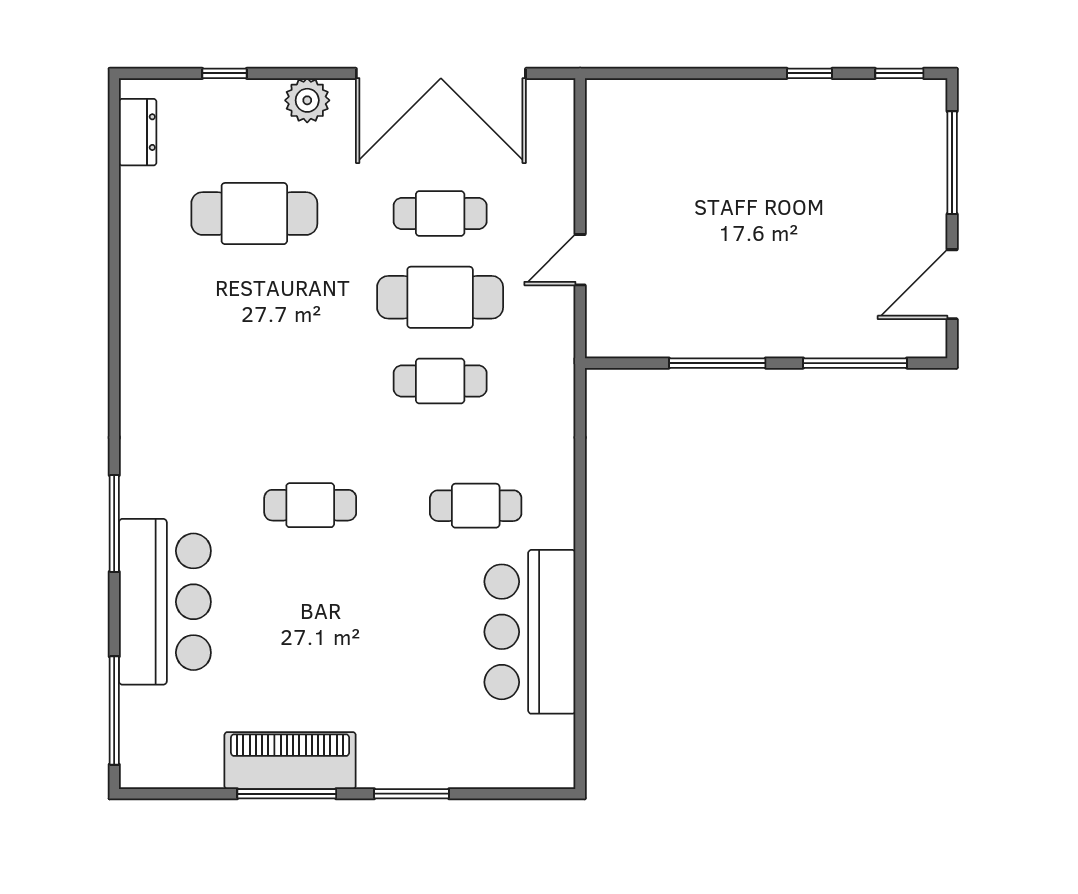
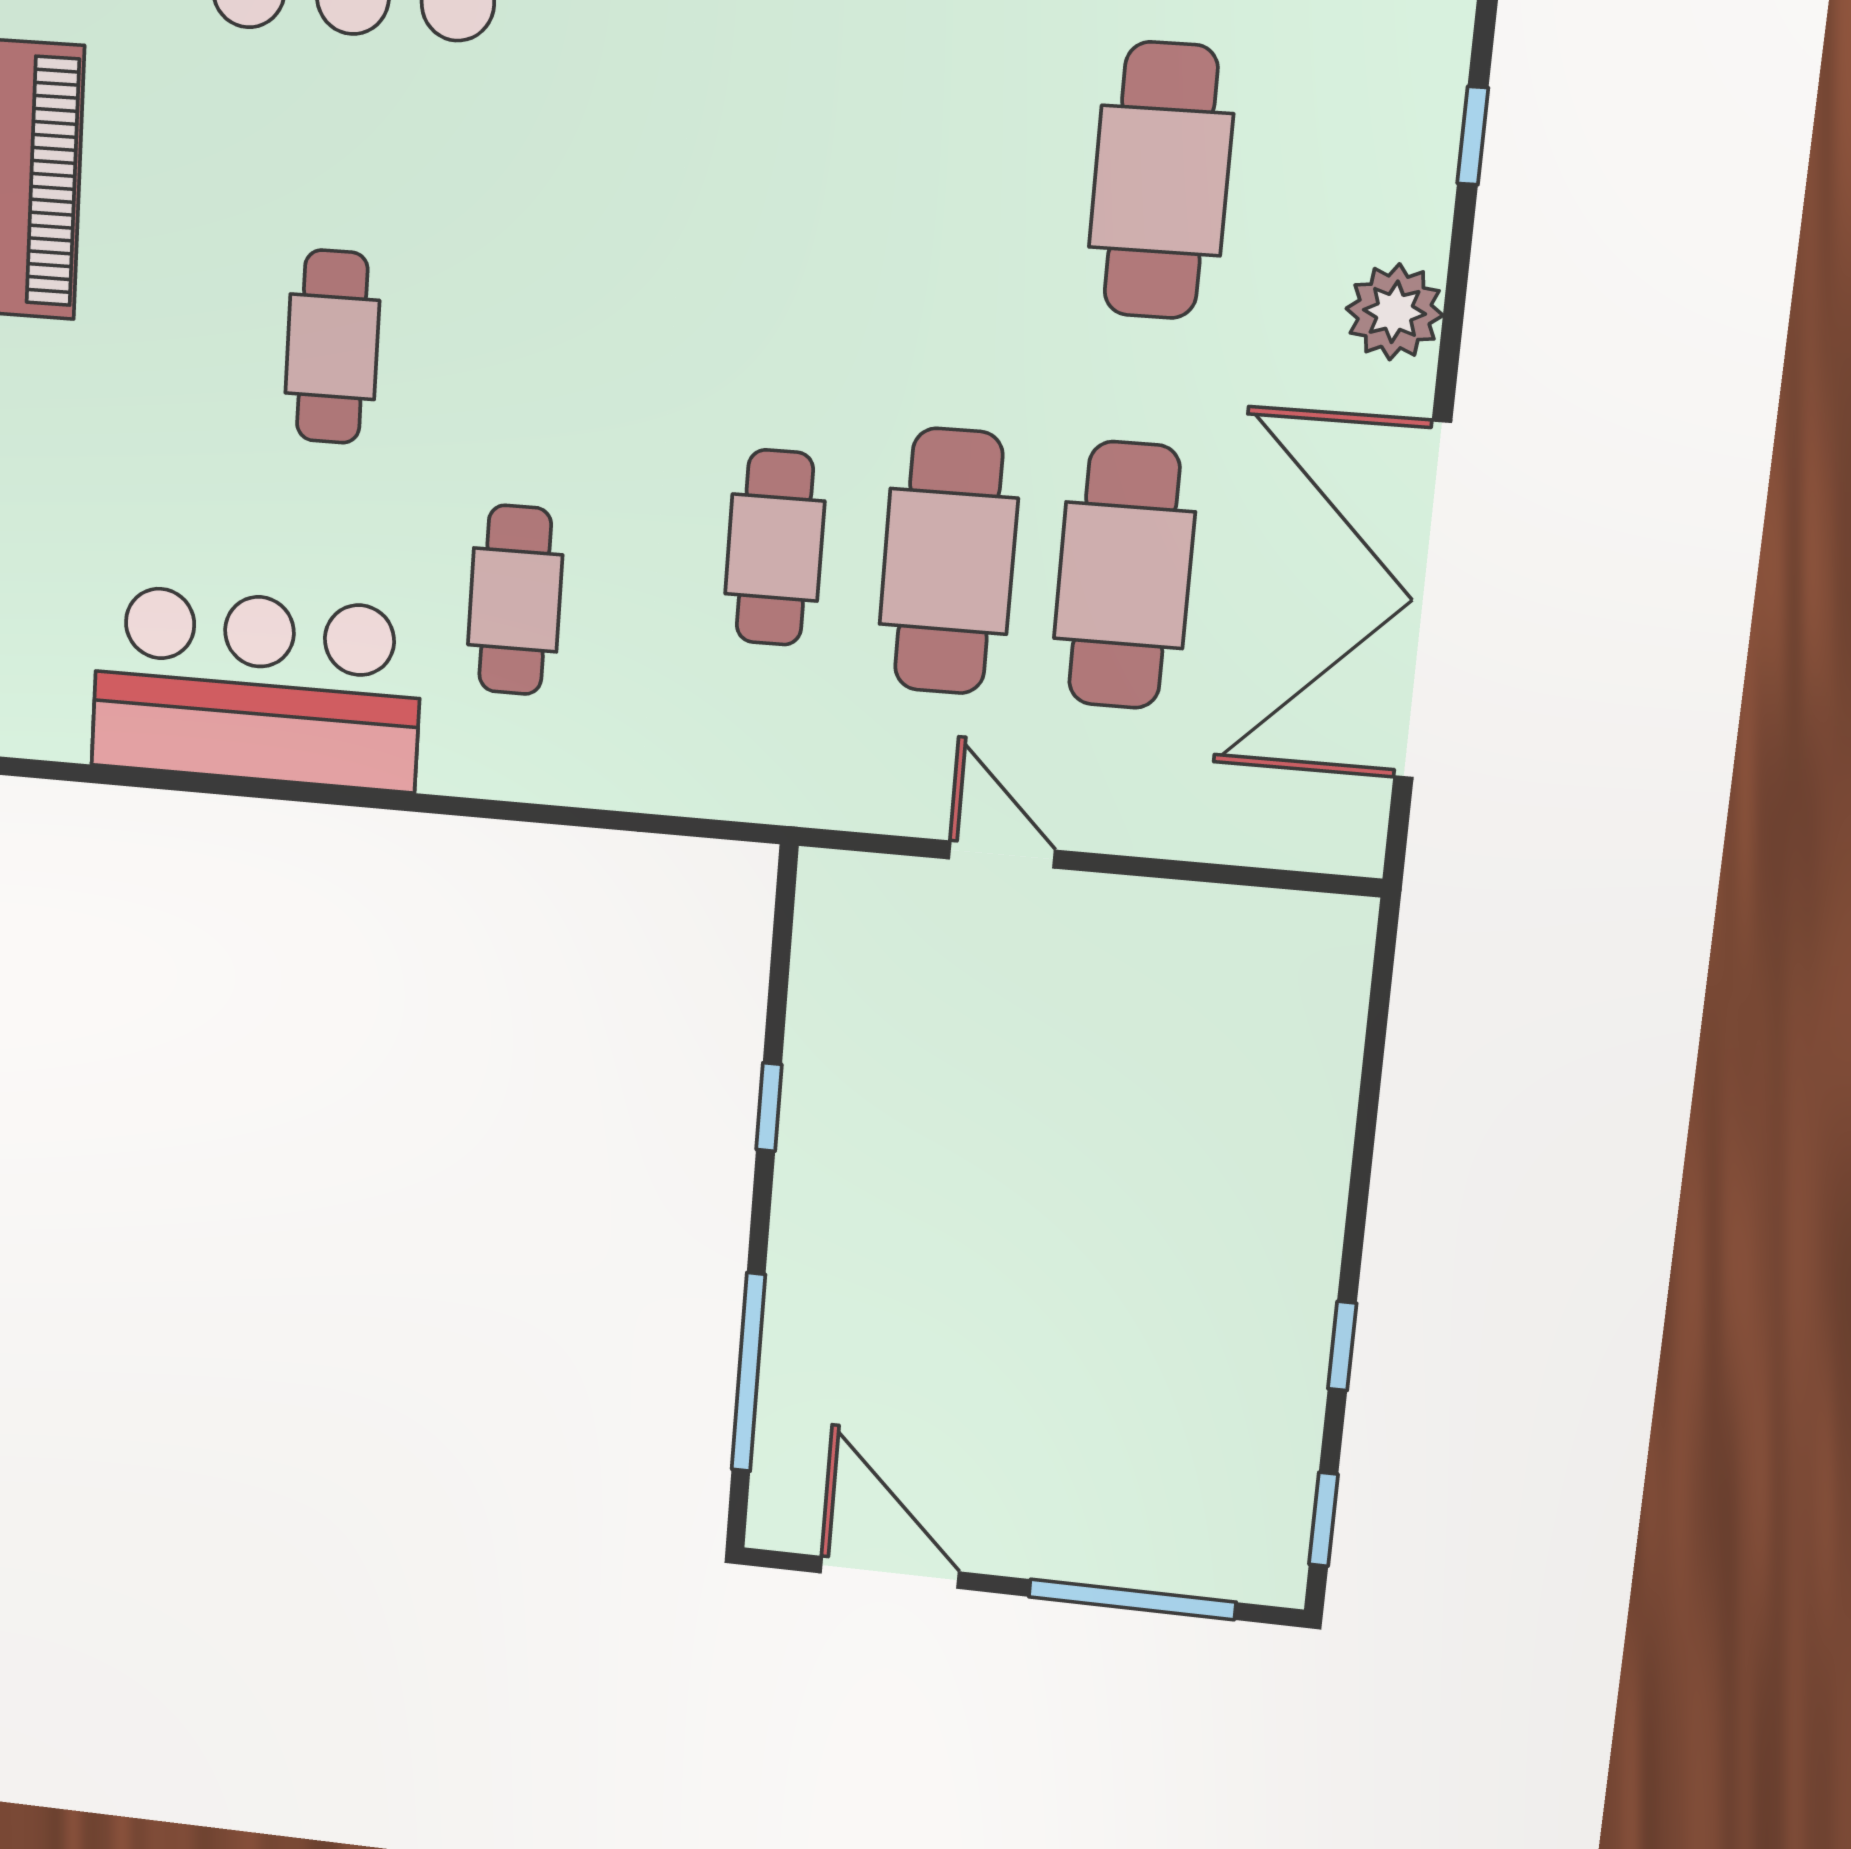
cafe table: (440, 214) -> (1124, 575), width x1.37, depth x1.35
window: (717, 363) -> (769, 1107), width x0.46
cafe table: (310, 505) -> (332, 347), moved

